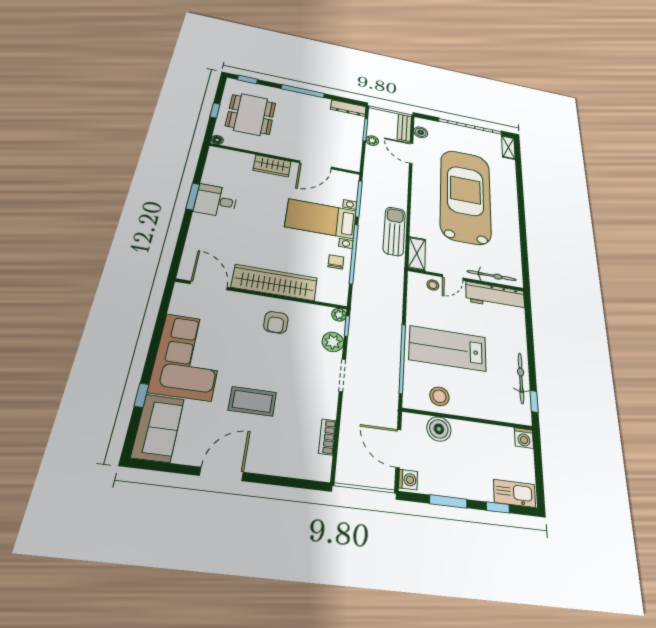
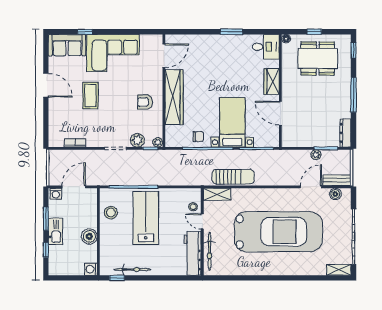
desk: (216, 201) -> (266, 47), moved, turned 90
boiler: (439, 429) -> (89, 236), moved
kitchen sink: (515, 493) -> (55, 231), moved

